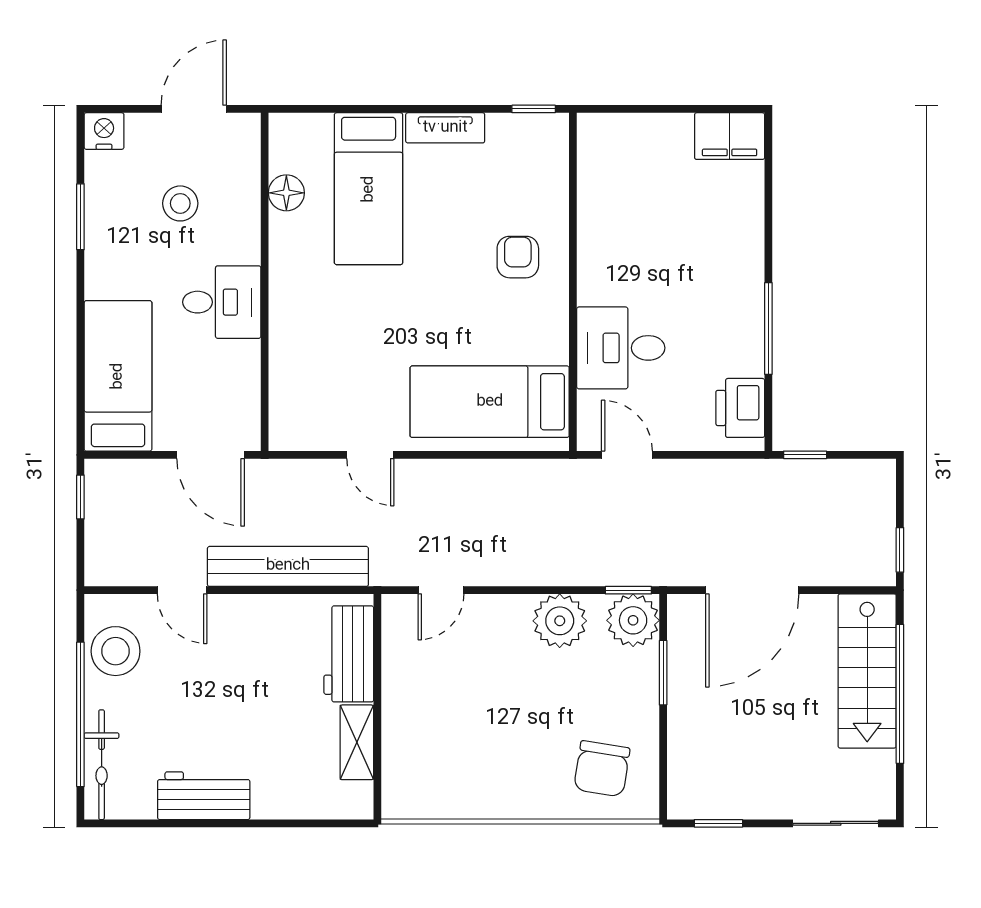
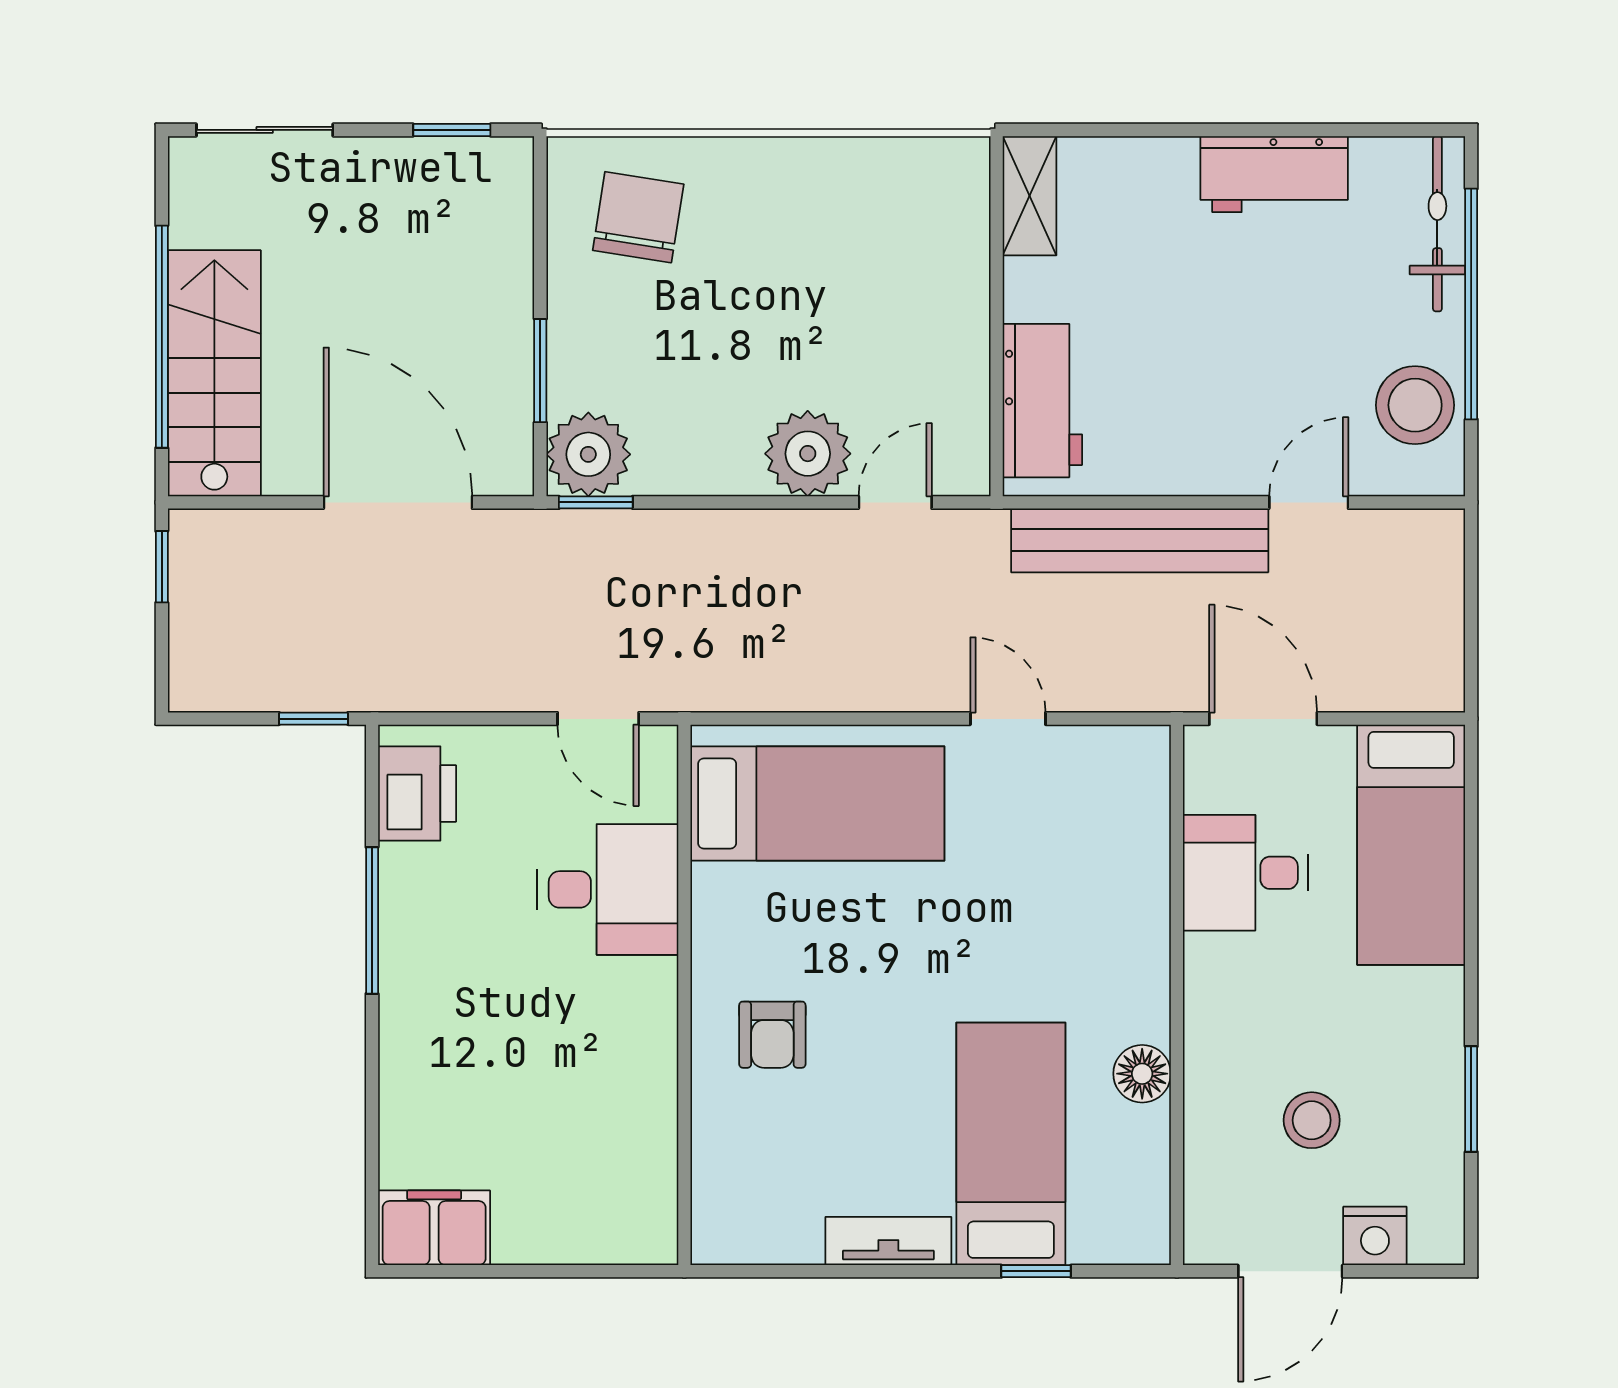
window: (534, 109) -> (1036, 1271), moved
nightstand: (104, 131) -> (1375, 1236), moved
floor lamp: (286, 193) -> (1142, 1074), moved
desk: (222, 302) -> (1245, 873), moved
window: (80, 497) -> (1471, 651), removed
door: (182, 590) -> (1309, 502), hinge flipped
door: (752, 590) -> (398, 502), hinge flipped
plant: (560, 621) -> (808, 454), moved
shelving: (357, 742) -> (1030, 196), moved

